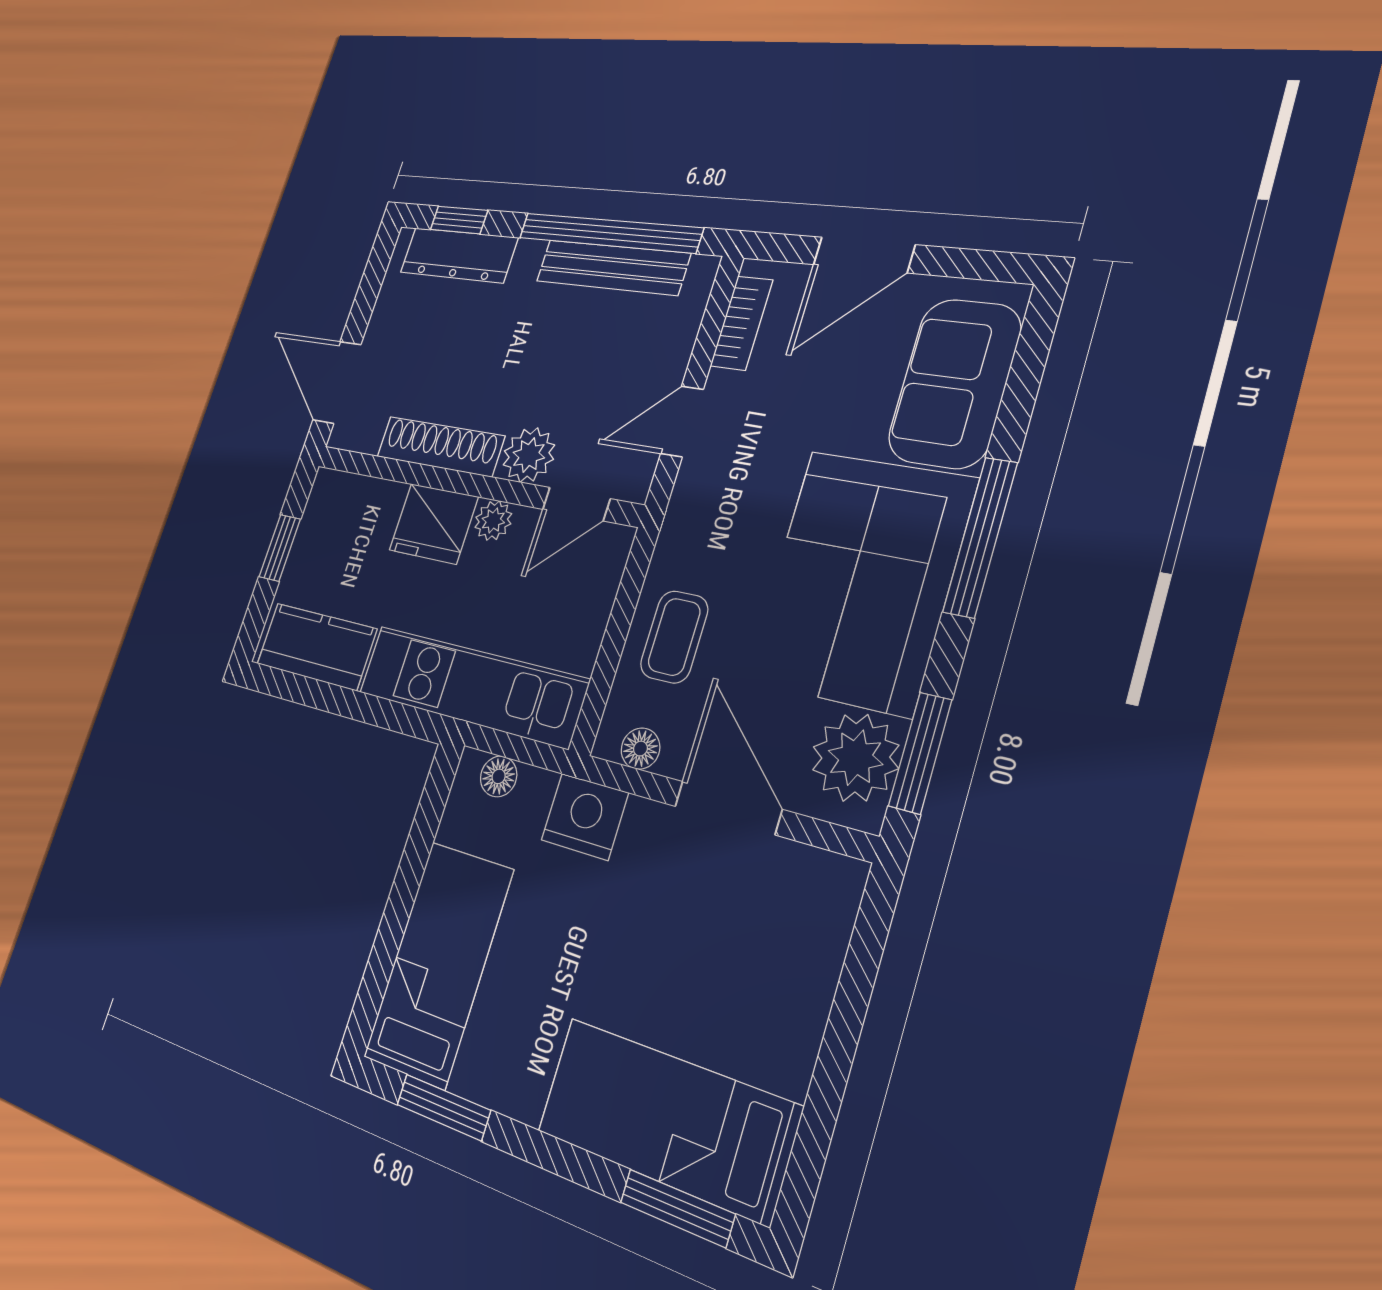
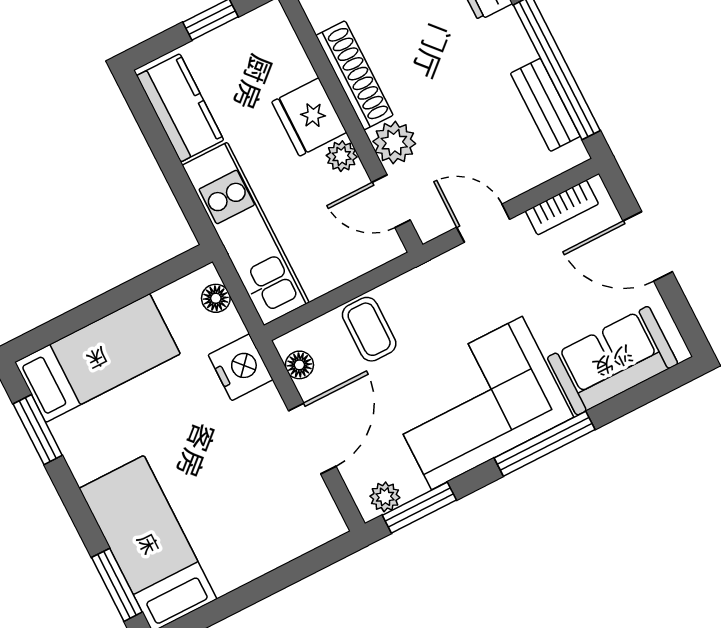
bench: (612, 267) -> (545, 105), width x0.73
coffee table: (674, 637) -> (369, 329), turned 90
plant: (855, 758) -> (385, 497), width x0.53, depth x0.53

